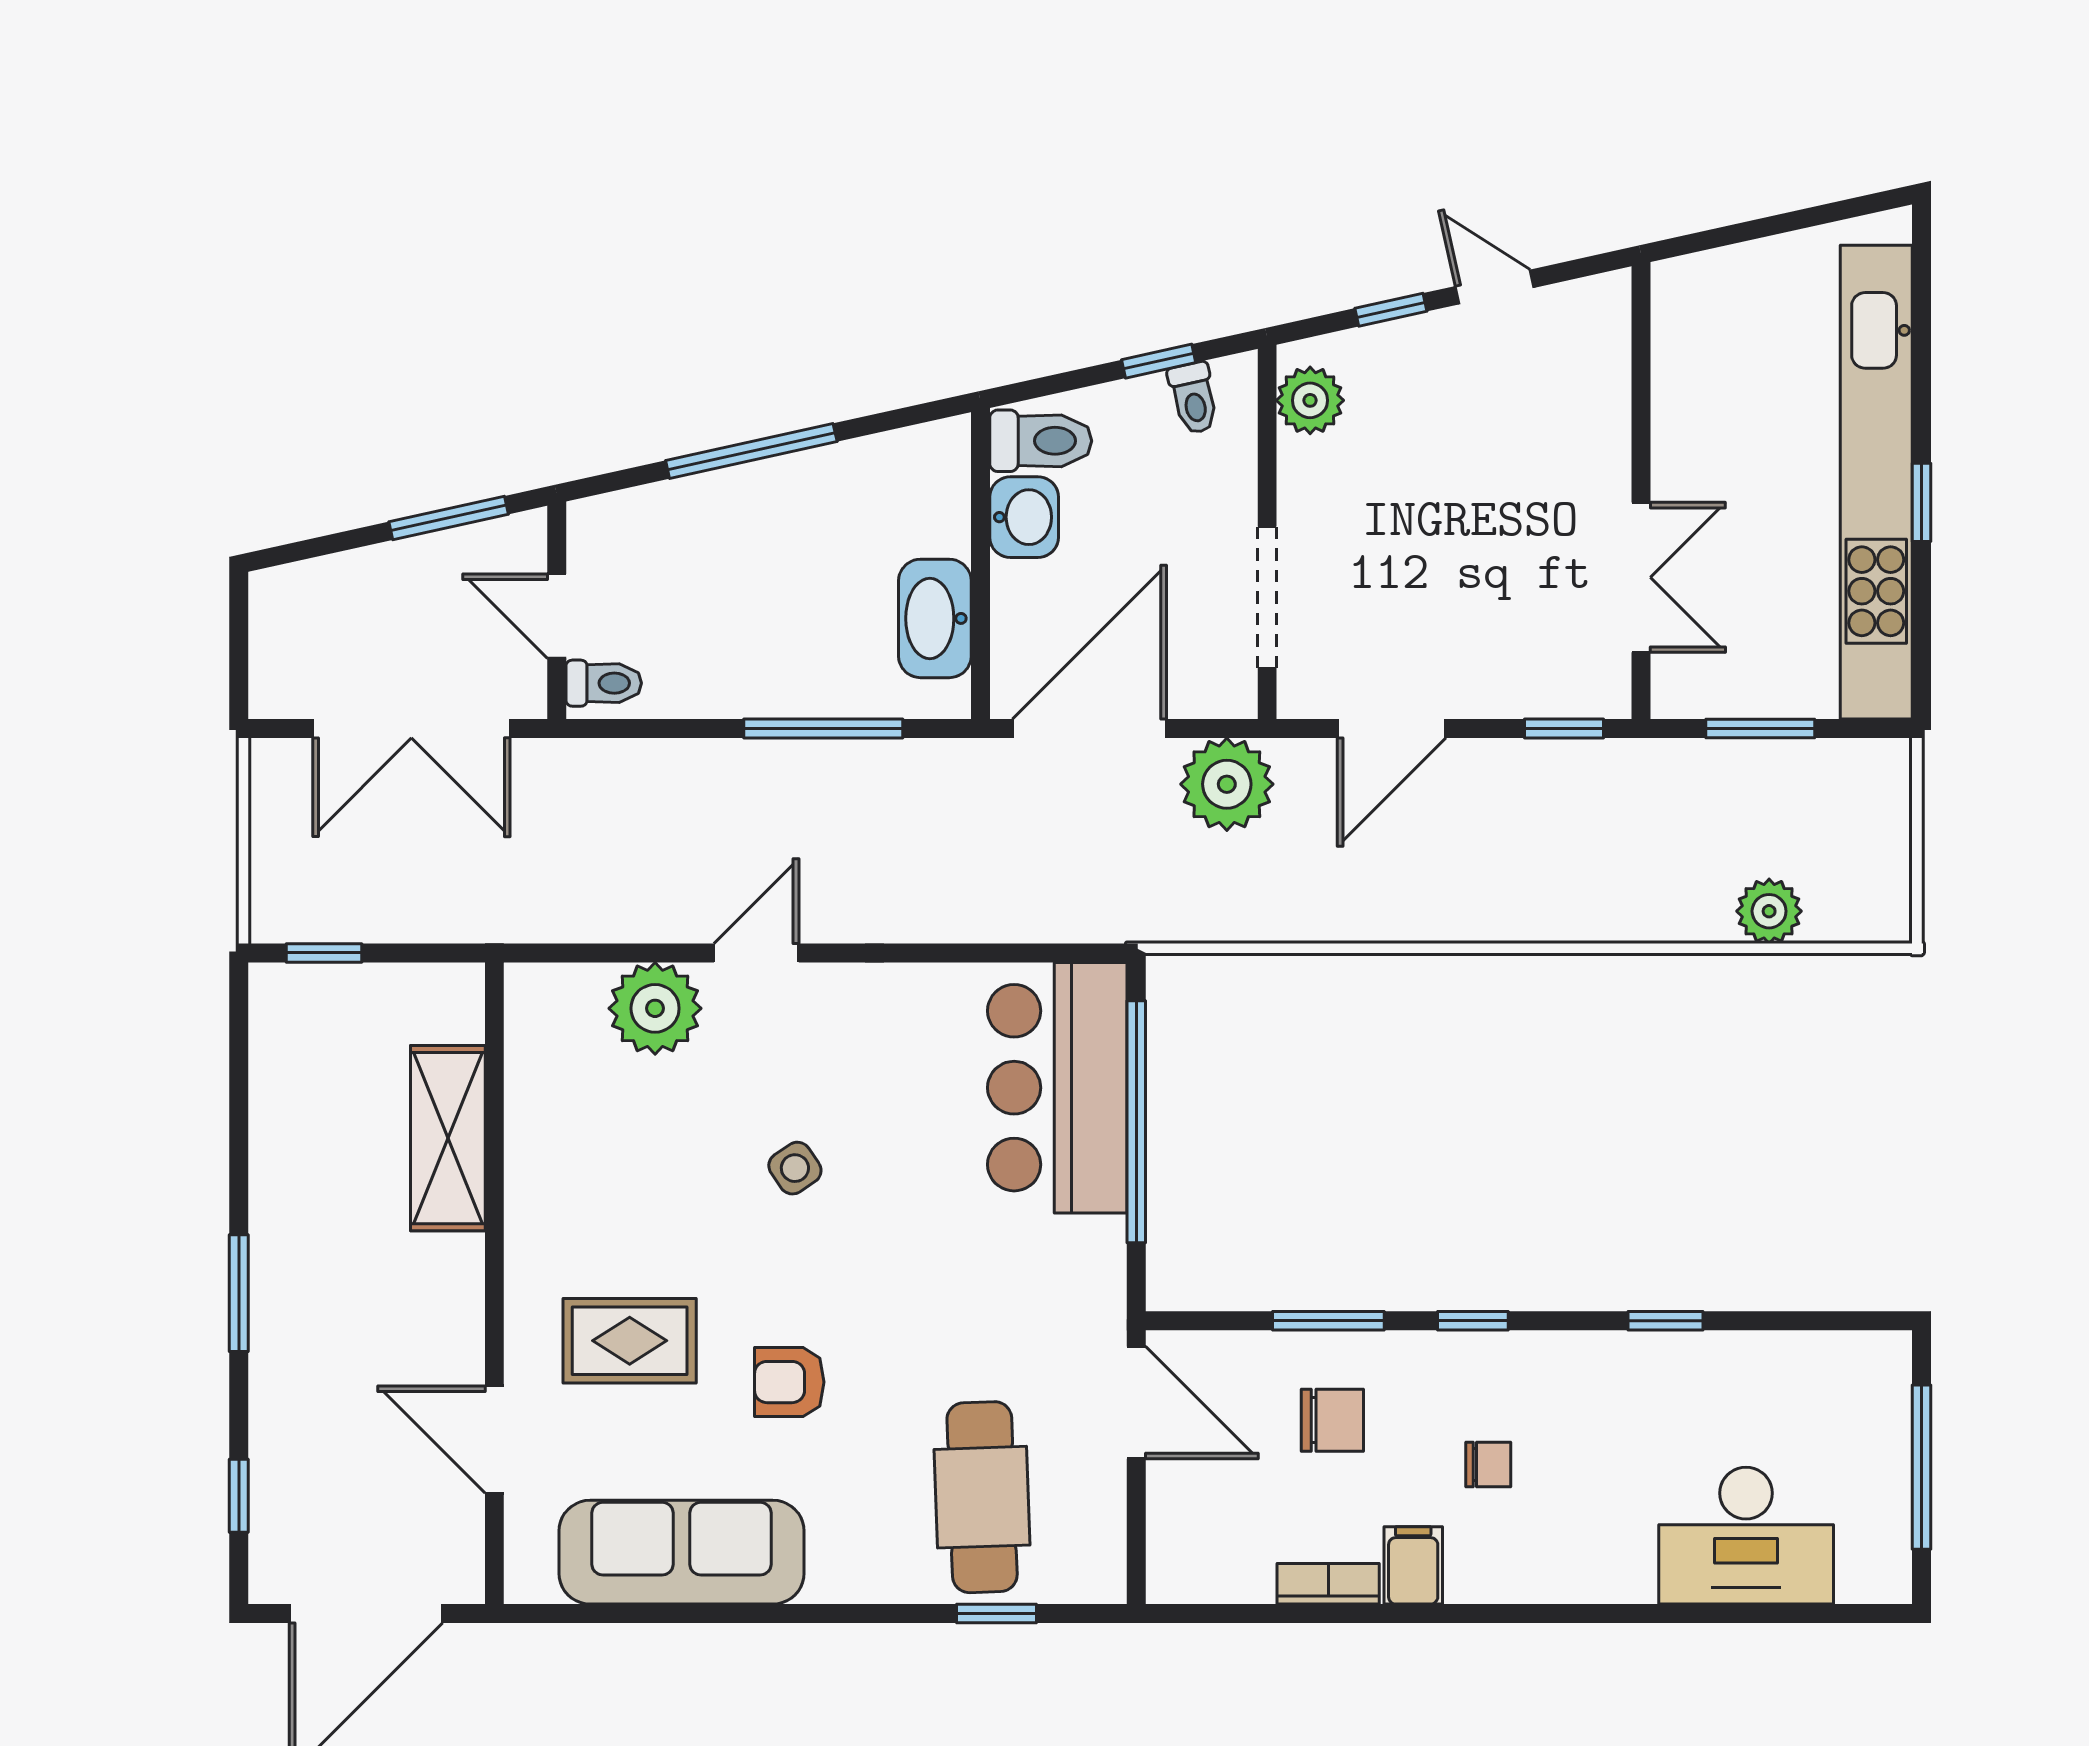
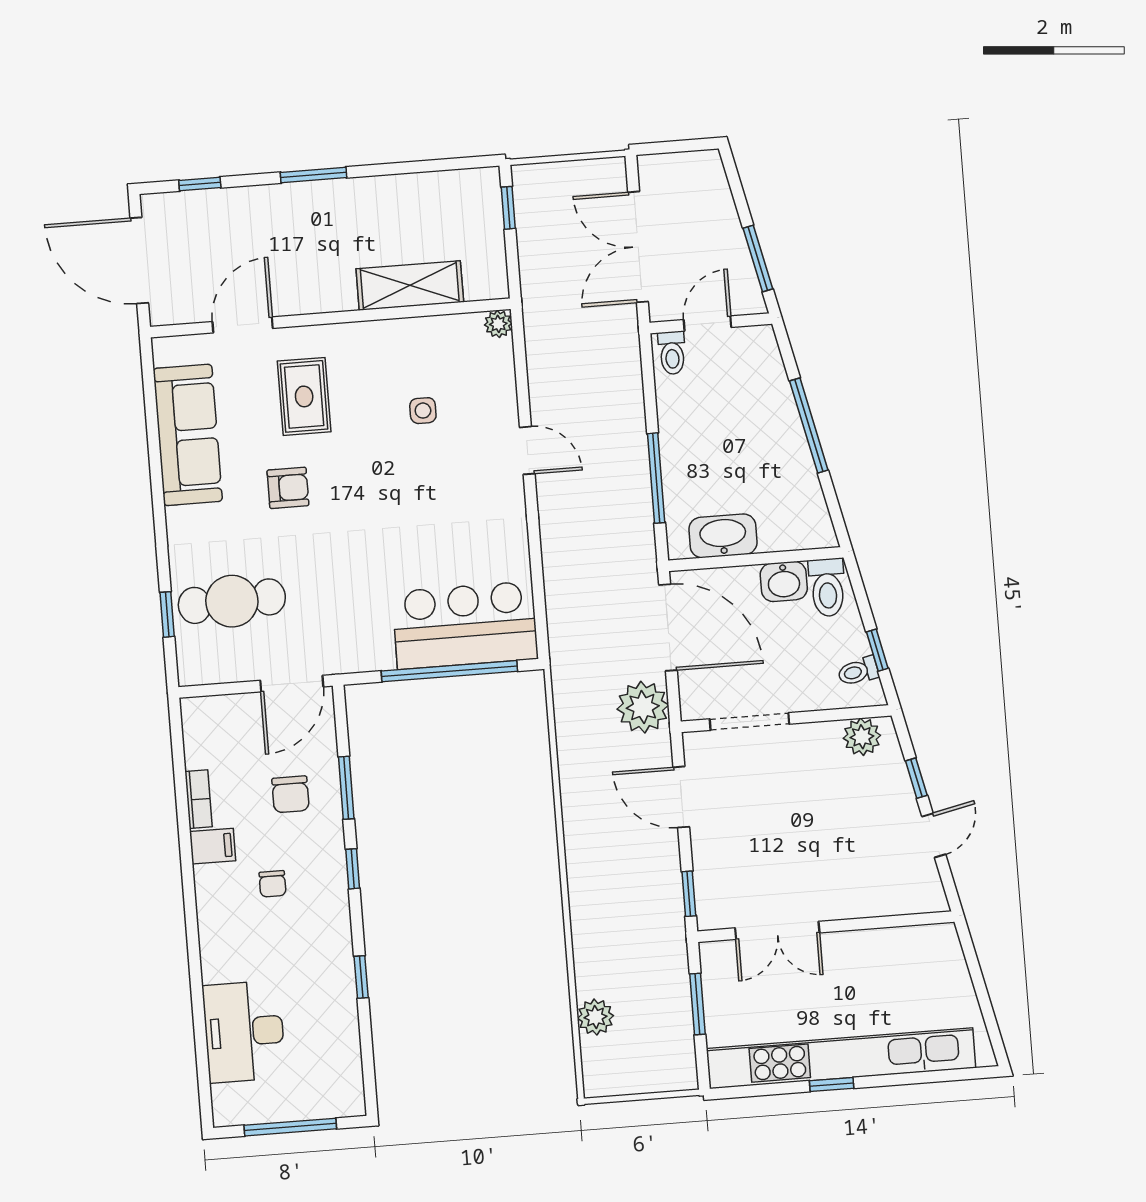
plant: (655, 1008) -> (498, 324), moved, width x0.53, depth x0.53
side table: (795, 1168) -> (423, 411), moved, turned 34
armchair: (789, 1382) -> (288, 488), turned 90

